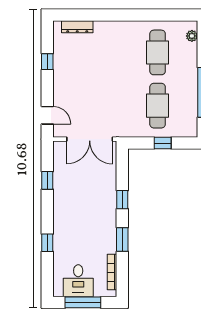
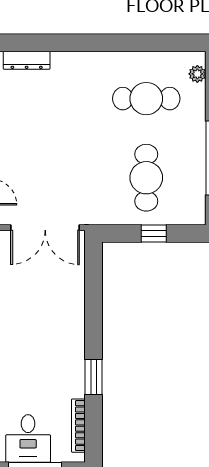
cafe table: (158, 52) -> (146, 99), turned 90
window: (122, 200) -> (94, 318), removed

